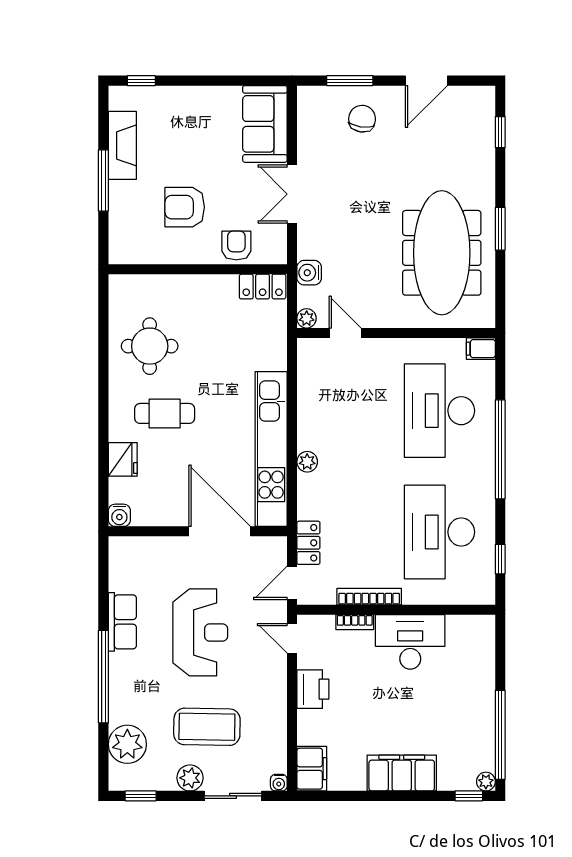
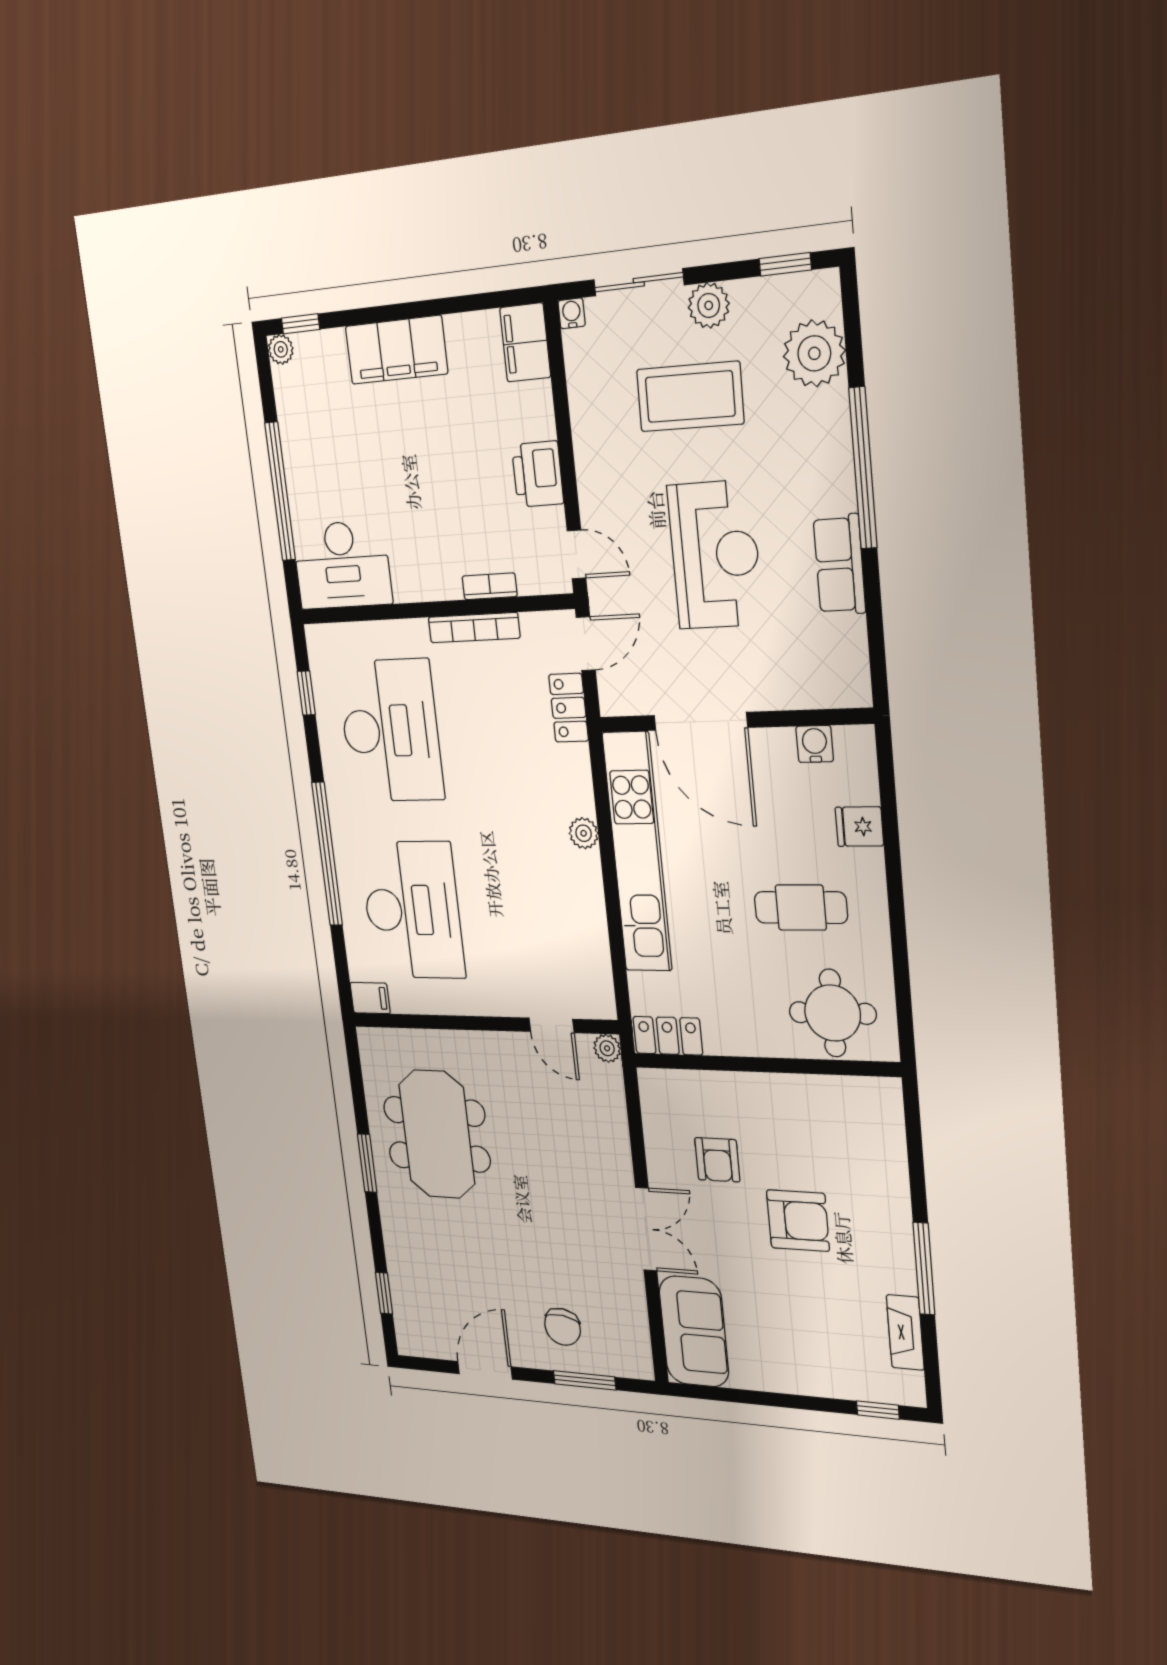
fireplace: (122, 145) -> (905, 1332), width x0.73, depth x0.76
meeting table: (442, 253) -> (437, 1134), width x0.73
wall: (198, 269) -> (765, 1065), moved
water cooler: (309, 273) -> (610, 1115), removed
locker: (263, 287) -> (668, 1036), moved
fridge: (123, 459) -> (859, 827), width x0.72
water cooler: (119, 515) -> (815, 744), moved
reception desk: (200, 632) -> (715, 555), turned 180
desk: (410, 642) -> (342, 565), moved
window: (500, 735) -> (280, 492), moved

